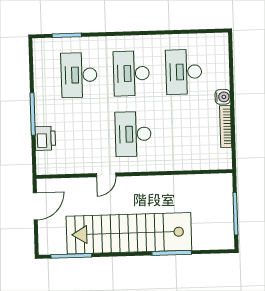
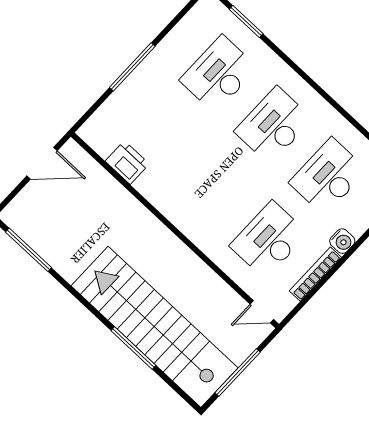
desk: (133, 134) -> (269, 240), moved
printer: (45, 138) -> (127, 162), moved, turned -90
door: (106, 175) -> (262, 312), moved
stairs: (129, 233) -> (155, 327), moved

